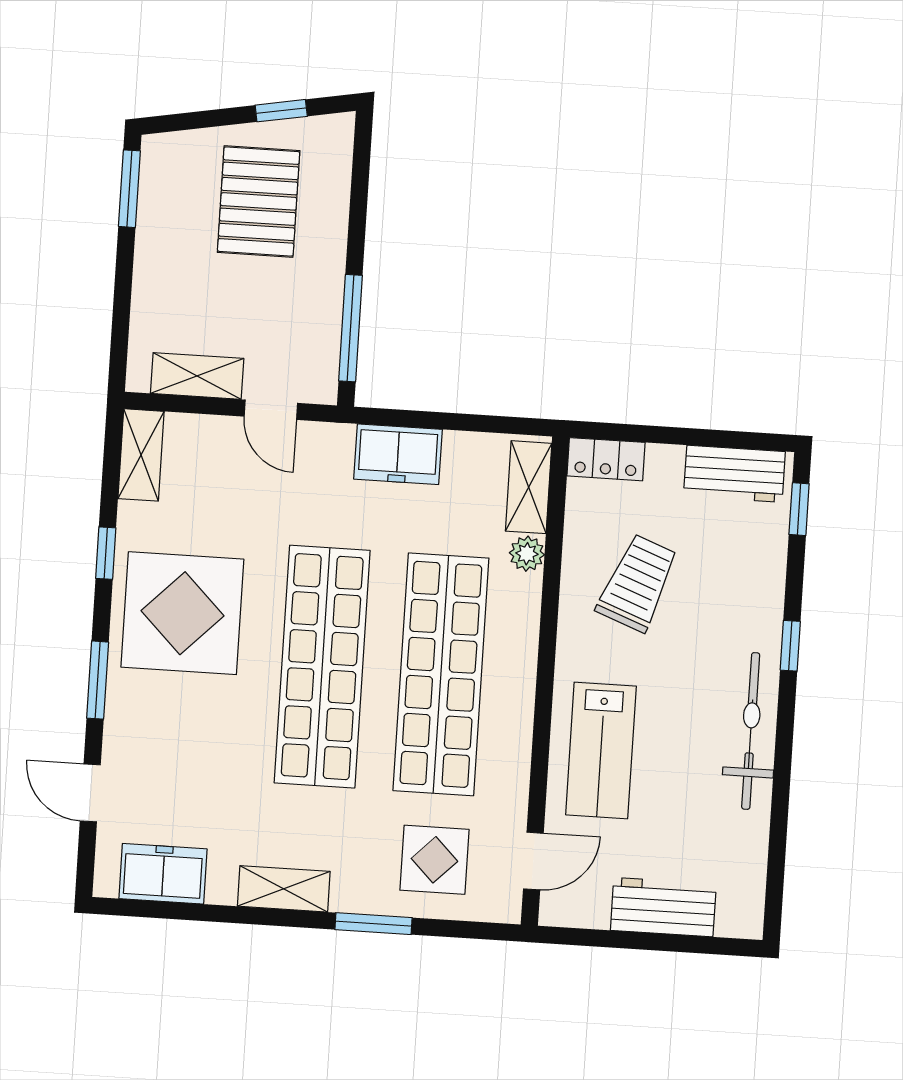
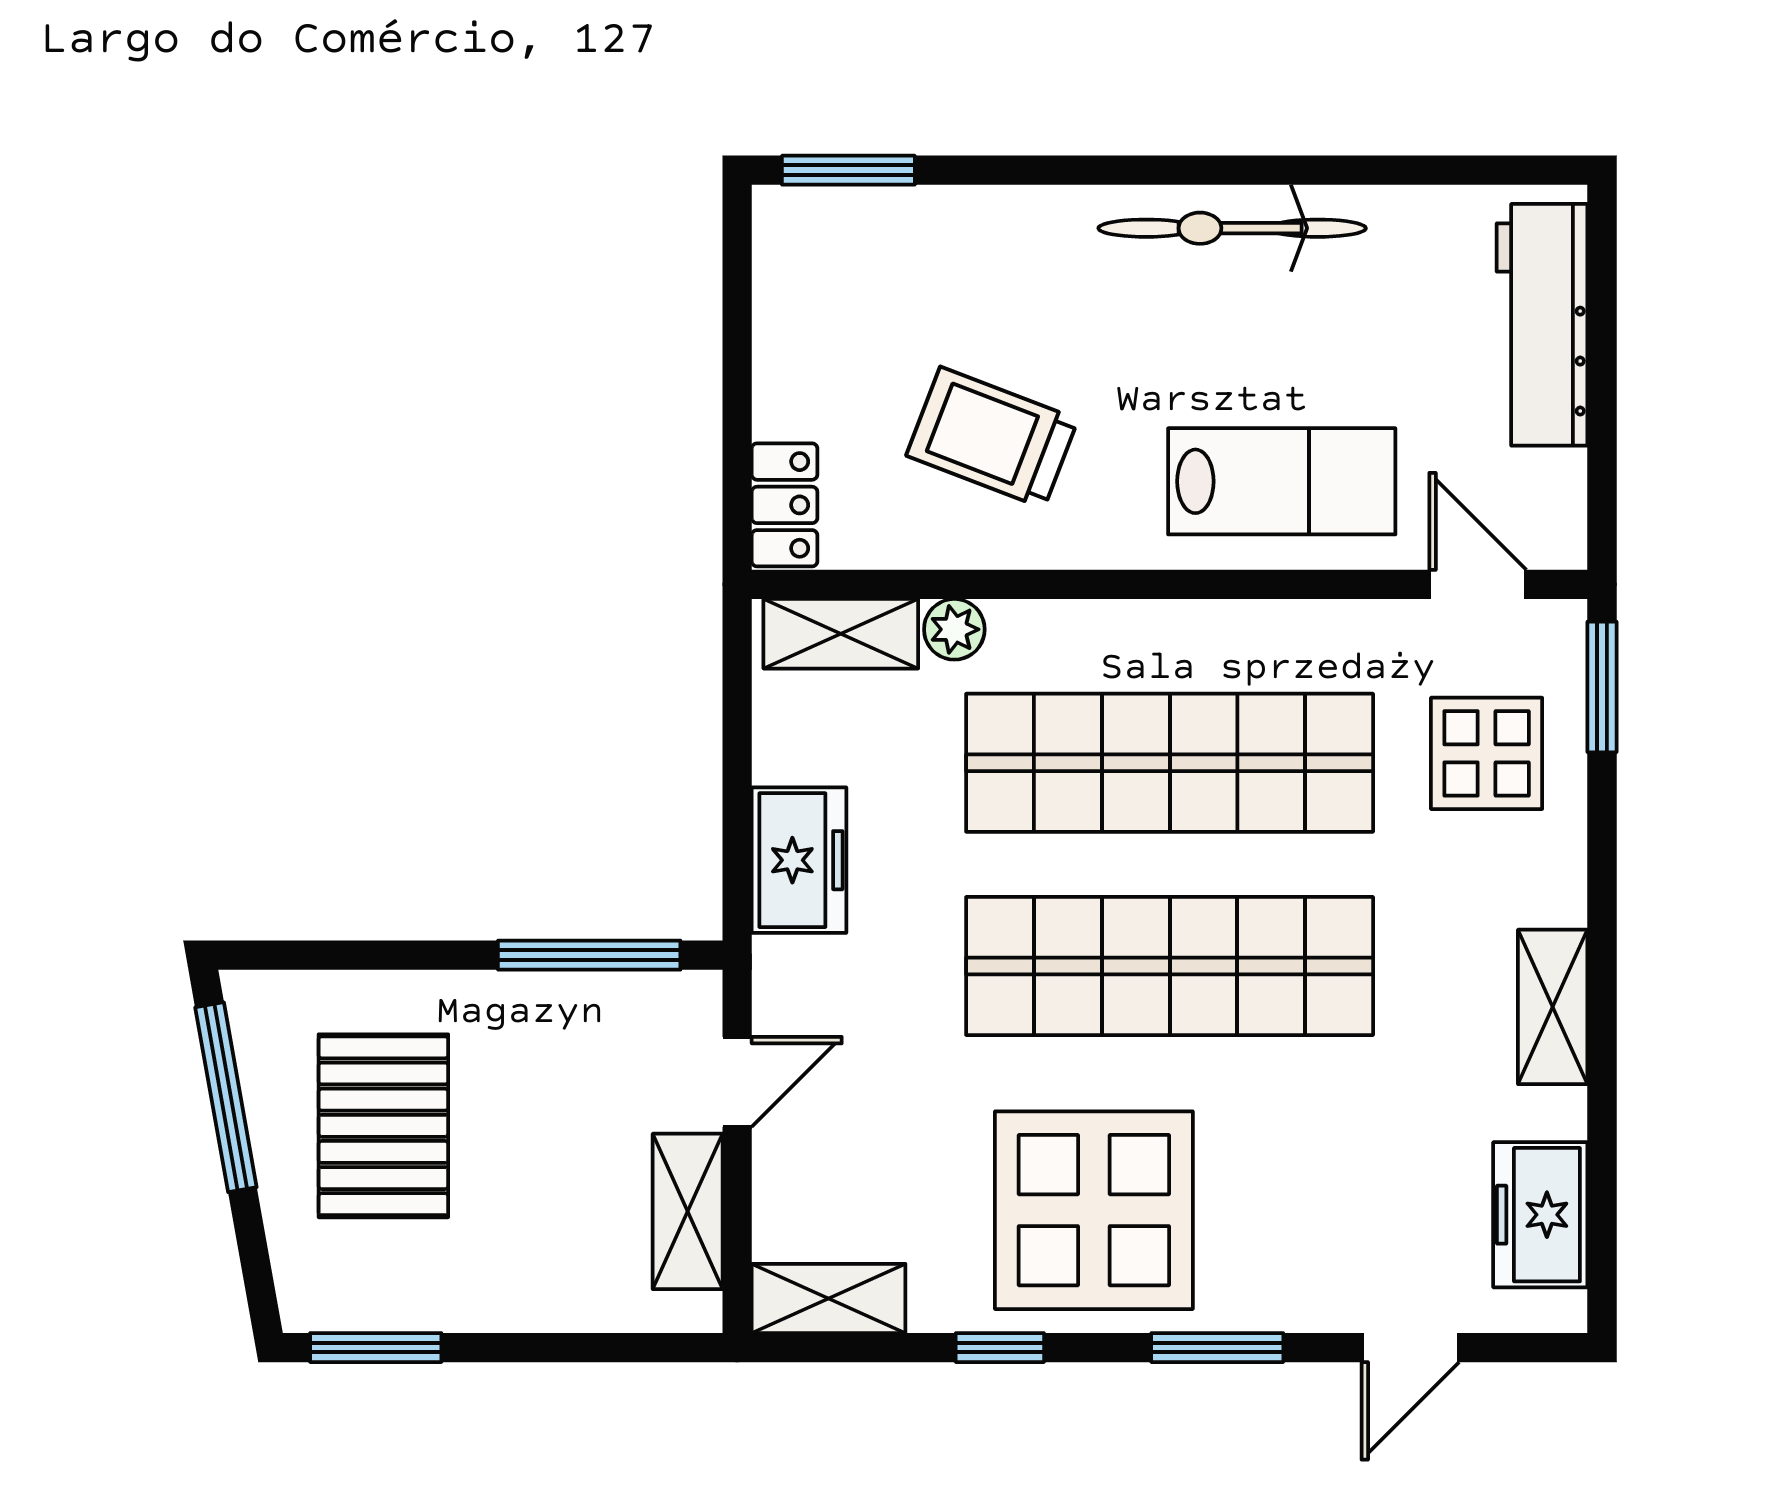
window: (281, 111) -> (226, 1097), width x2.17
pallet: (259, 201) -> (383, 1126), turned 90
workbench: (734, 474) -> (795, 284), removed
window: (799, 509) -> (848, 170), width x1.50
window: (790, 646) -> (1082, 170), removed
workbench: (663, 907) -> (1542, 325), width x1.38
window: (373, 924) -> (1602, 687), moved

